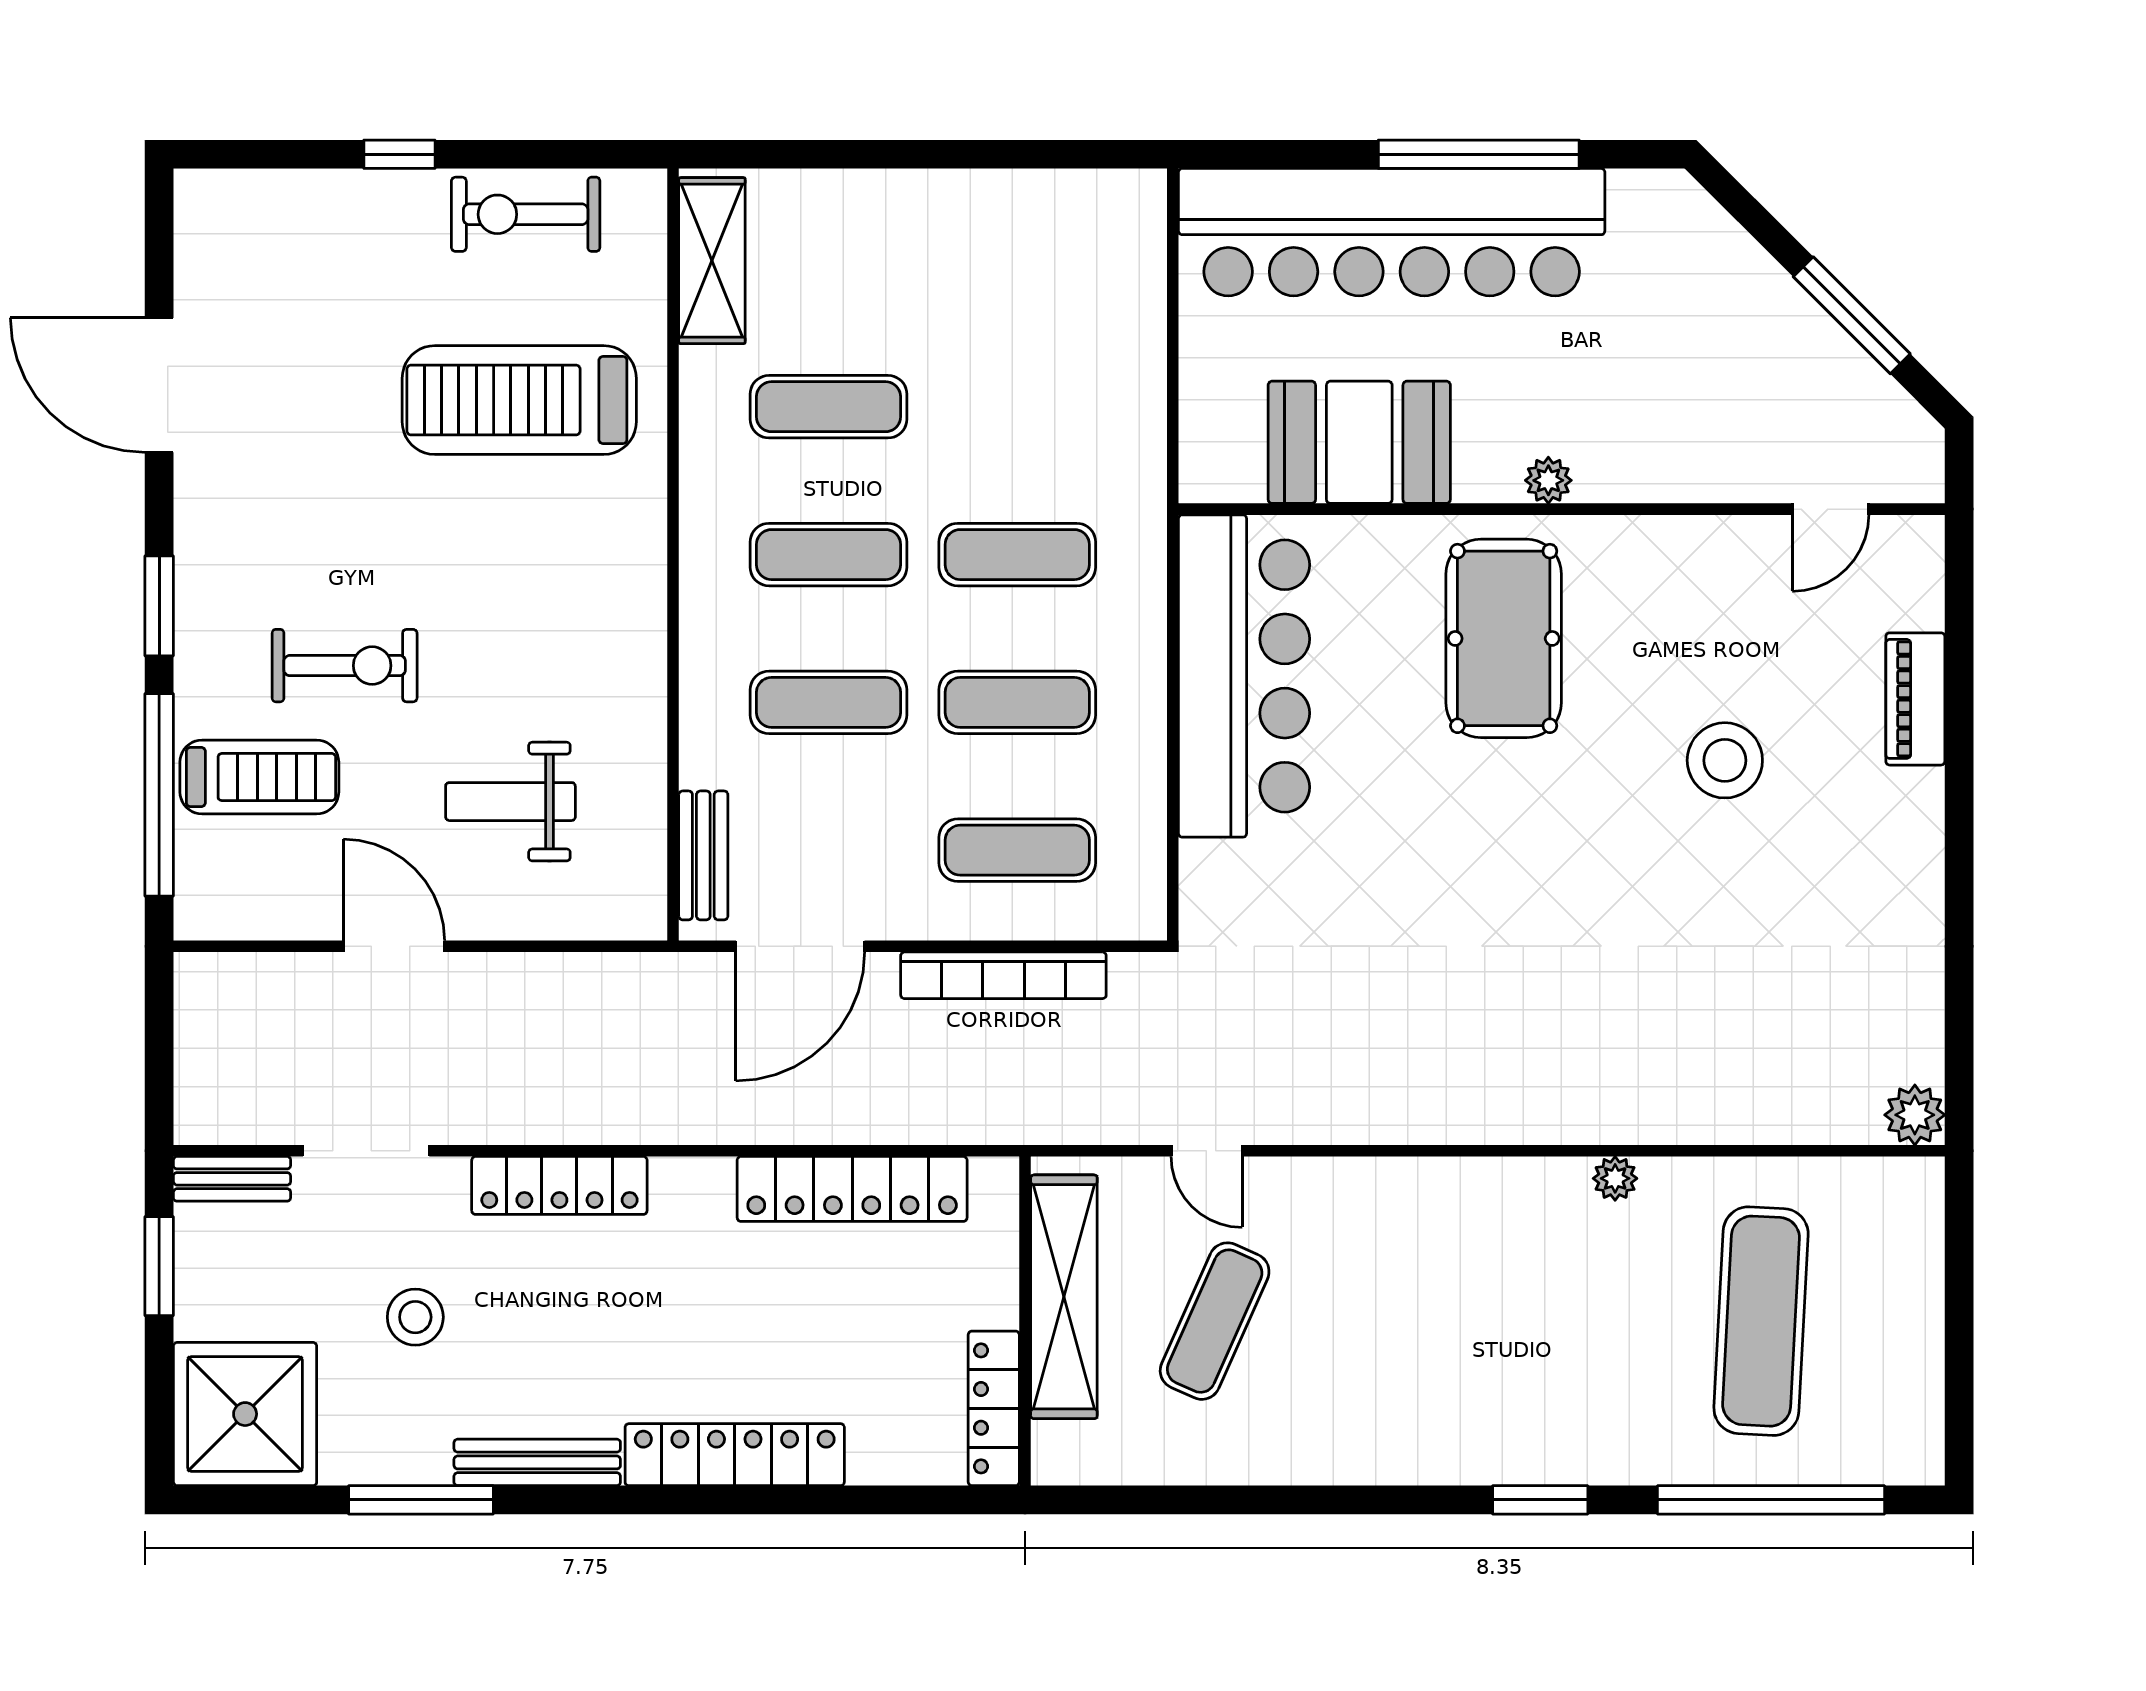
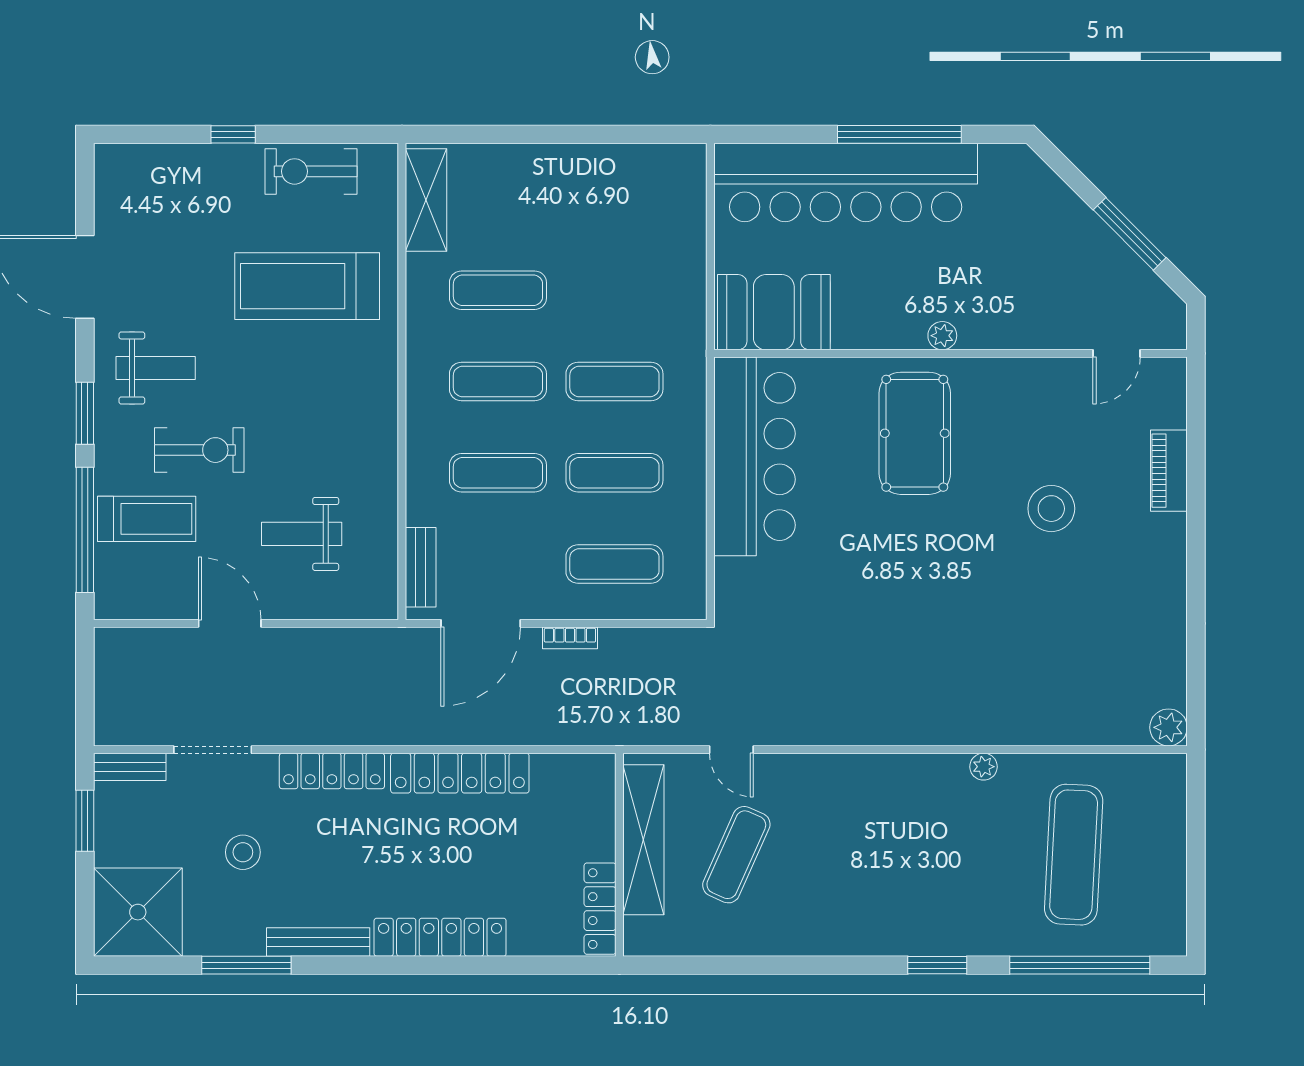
booth: (1359, 442) -> (774, 312), moved
weight bench: (274, 533) -> (156, 368), added
bookcase: (1003, 975) -> (570, 638), width x0.43, depth x0.76
locker: (852, 1189) -> (460, 773), moved

